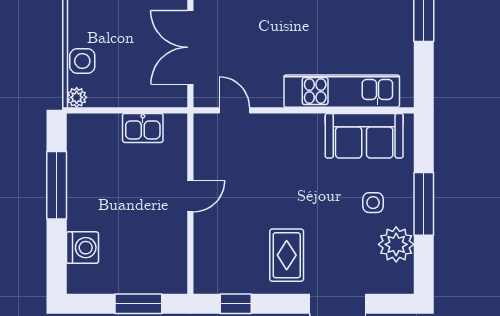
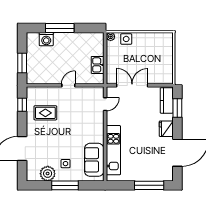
window: (57, 185) -> (60, 28), moved
door: (190, 196) -> (68, 85), swing flipped
rug: (287, 255) -> (45, 113), moved

